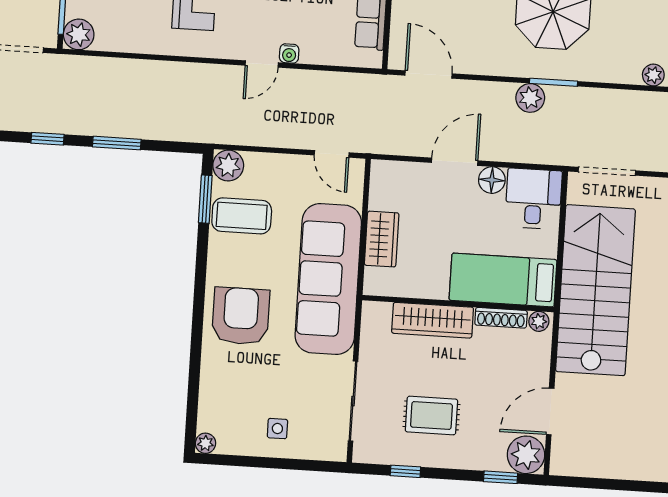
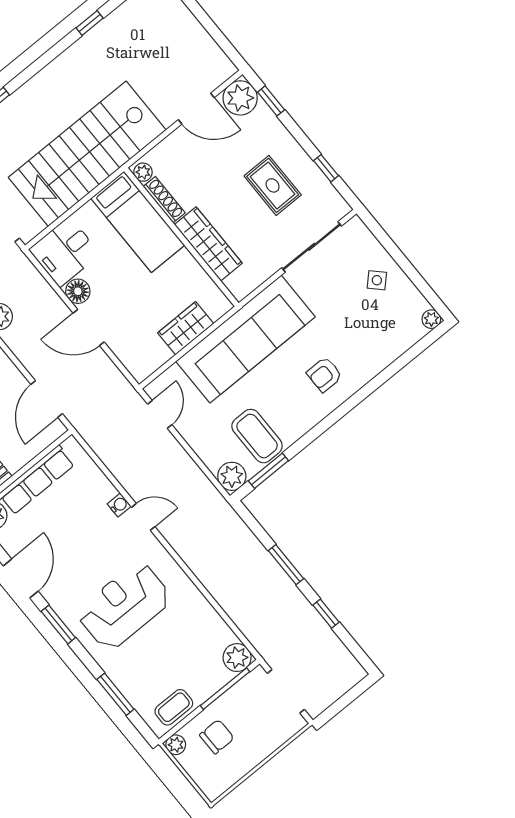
armchair: (241, 316) -> (325, 375), width x0.53, depth x0.53
side table: (277, 429) -> (377, 280), turned 45

